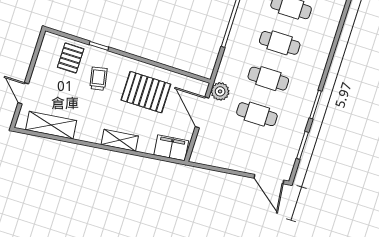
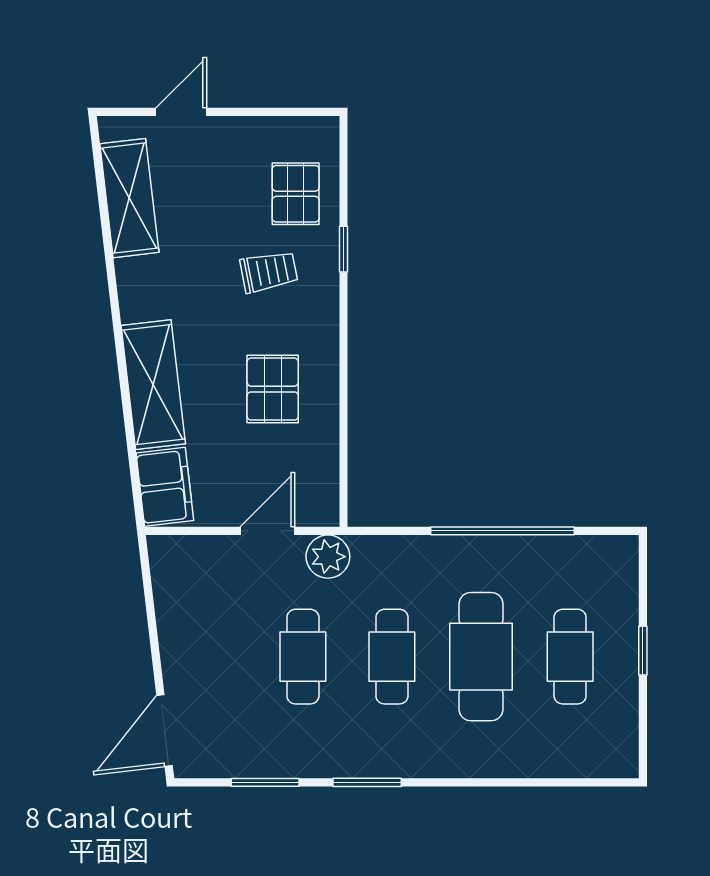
cafe table: (280, 43) -> (481, 657), width x1.37, depth x1.35
pallet: (71, 58) -> (296, 194), turned 90
pallet: (146, 92) -> (273, 389), width x0.67, depth x0.71
door: (202, 112) -> (267, 531), width x0.73
shelving: (120, 140) -> (153, 385), width x1.50, depth x1.33

